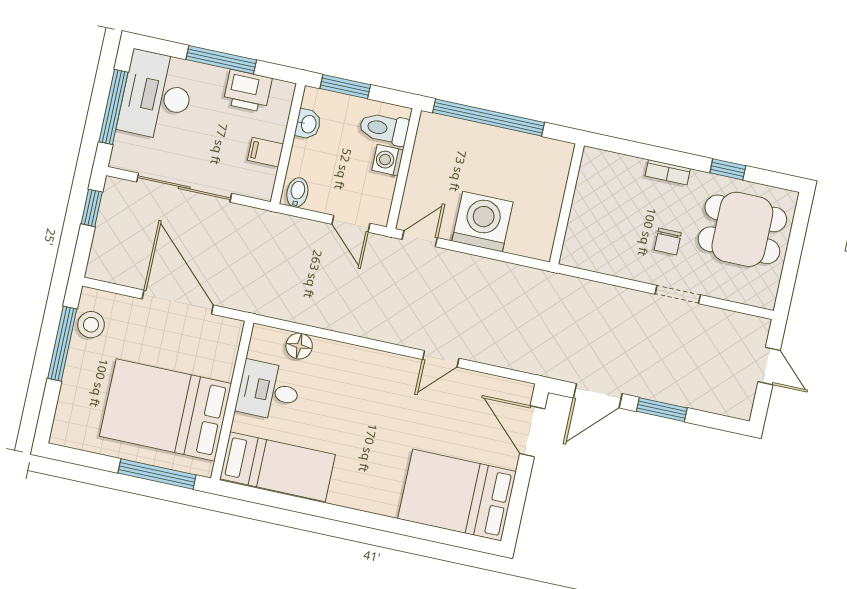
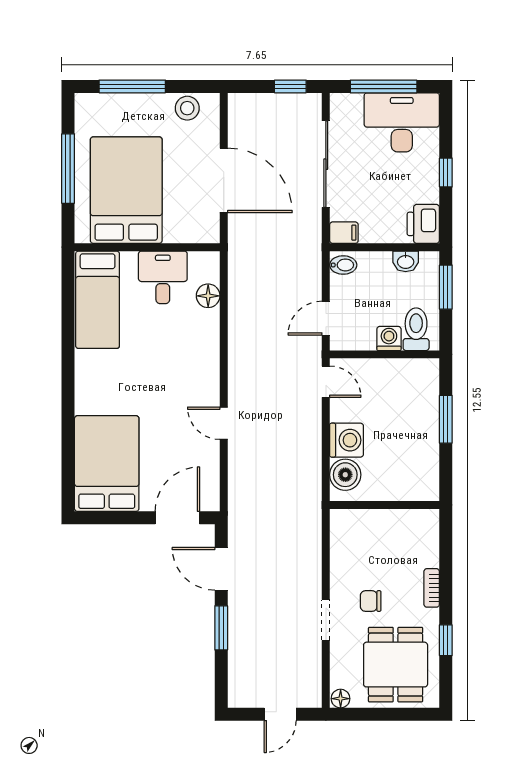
window: (221, 60) -> (446, 172), width x0.46
printer: (248, 91) -> (423, 224), moved
window: (489, 118) -> (446, 419), width x0.47
filing cabinet: (265, 152) -> (344, 233), moved, turned 90
washing machine: (483, 222) -> (347, 440), width x0.73, depth x0.73
boiler: (525, 239) -> (345, 475), added
floor lamp: (766, 297) -> (341, 699), added
door: (178, 302) -> (224, 180), hinge flipped
window: (62, 344) -> (132, 86), moved
window: (157, 474) -> (68, 169), moved

